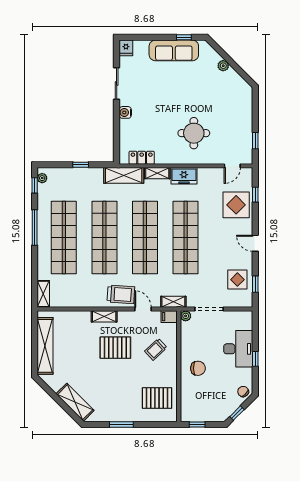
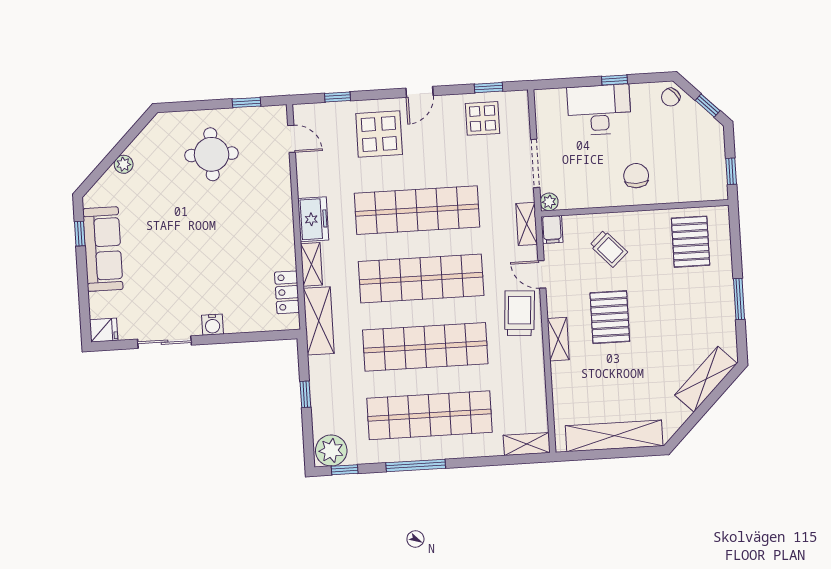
round table: (194, 133) -> (212, 154), moved
plant: (42, 178) -> (331, 451), width x1.88, depth x1.88
display table: (236, 205) -> (379, 134), moved
door: (143, 309) -> (542, 274), hinge flipped

